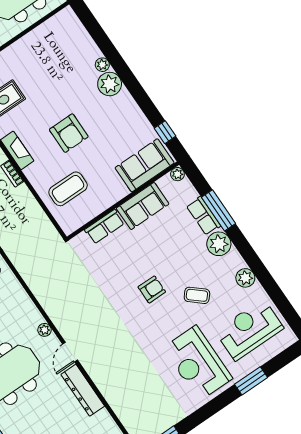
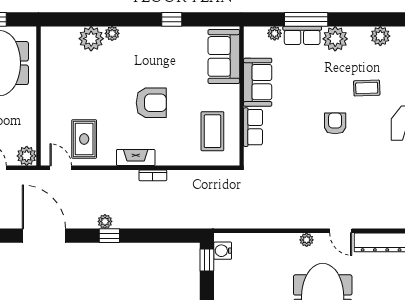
plant: (110, 84) -> (91, 39), moved
window: (165, 132) -> (172, 19), moved
plant: (177, 174) -> (275, 33), moved
coffee table: (68, 189) -> (212, 131), moved
coffee table: (197, 295) -> (367, 88), turned 47

